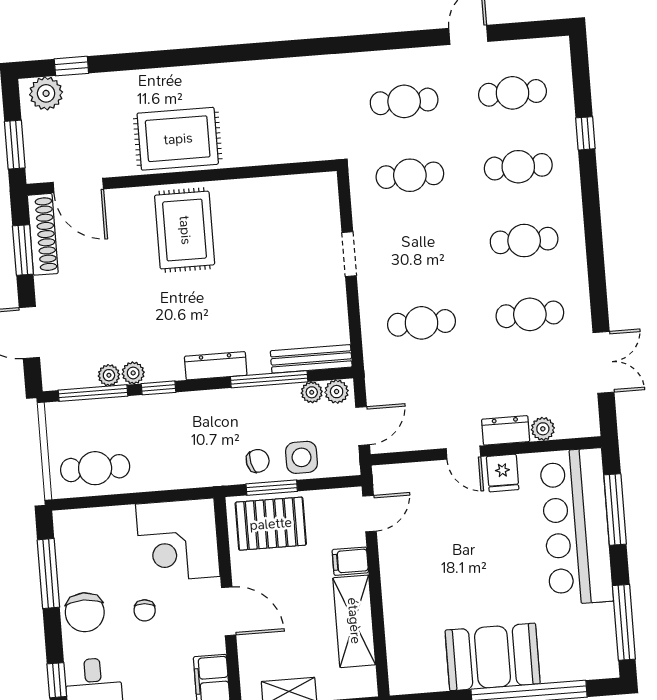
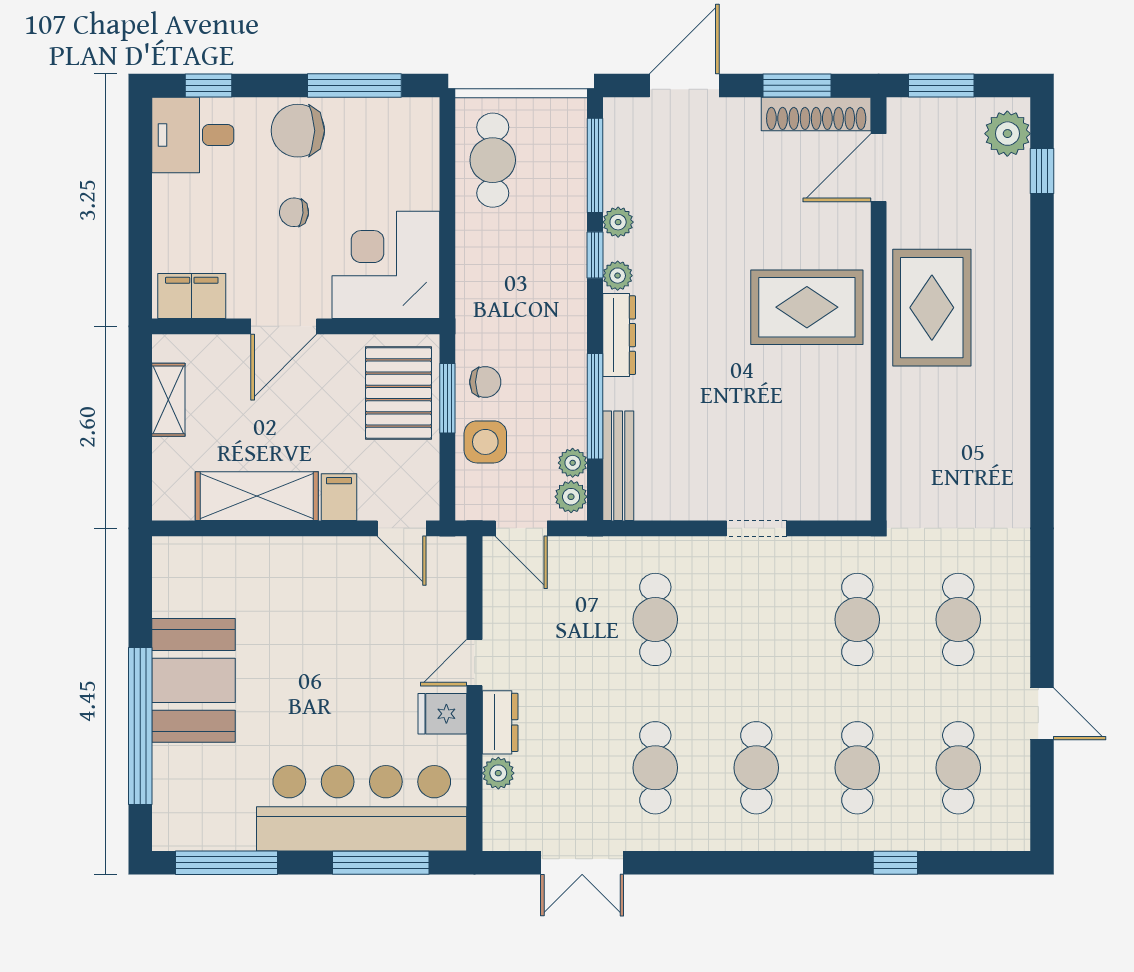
plant: (109, 375) -> (618, 276), moved
chair: (258, 461) -> (485, 382), turned -77

